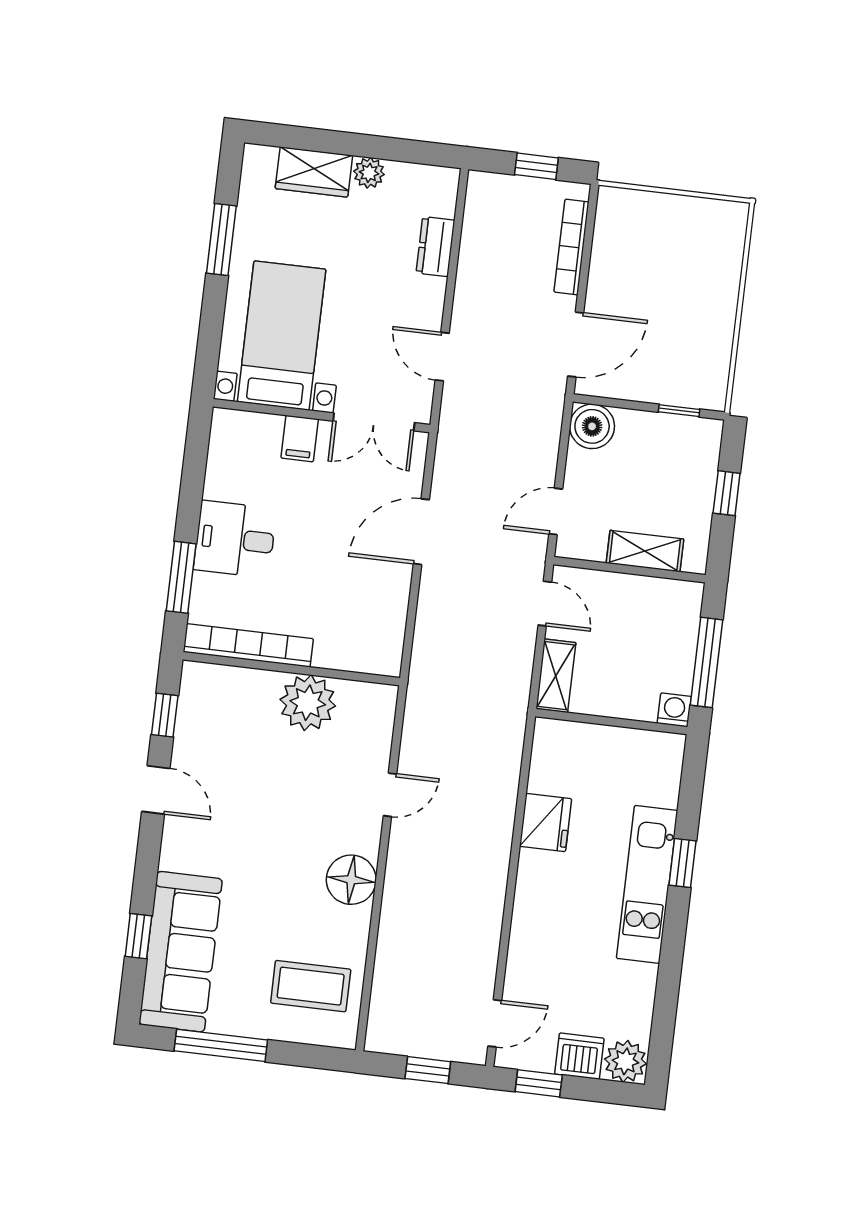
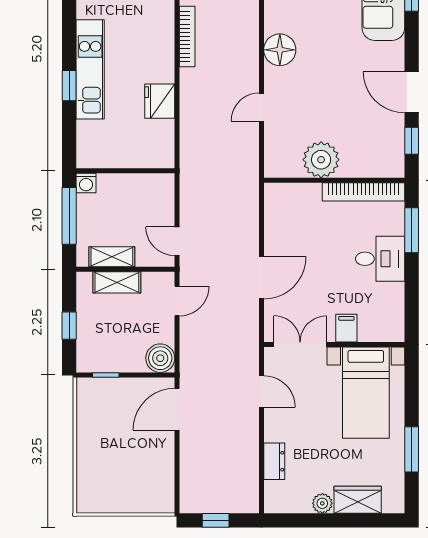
bookcase: (572, 247) -> (187, 37), moved
shelving: (556, 676) -> (112, 257), moved, turned 90
door: (156, 790) -> (412, 92), width x1.38

